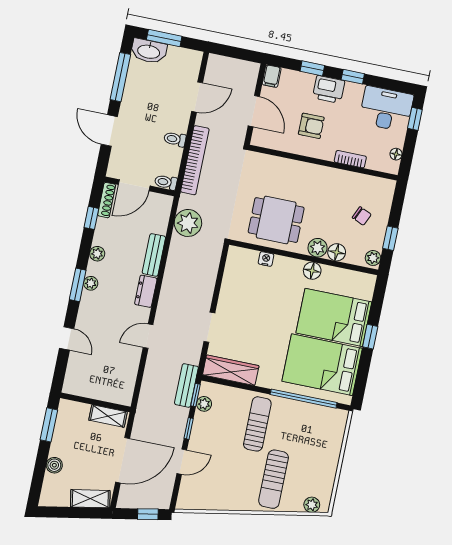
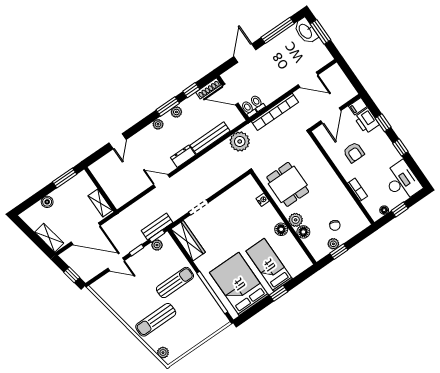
printer: (329, 89) -> (367, 121), moved
window: (415, 119) -> (400, 209), moved
toilet: (175, 139) -> (257, 103), moved
bench: (154, 255) -> (210, 138), width x1.36
plant: (373, 258) -> (333, 244), moved
window: (78, 285) -> (168, 106), moved
bed: (334, 317) -> (269, 265), width x0.67

